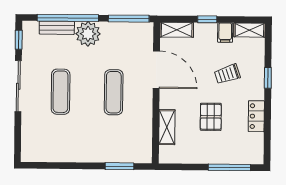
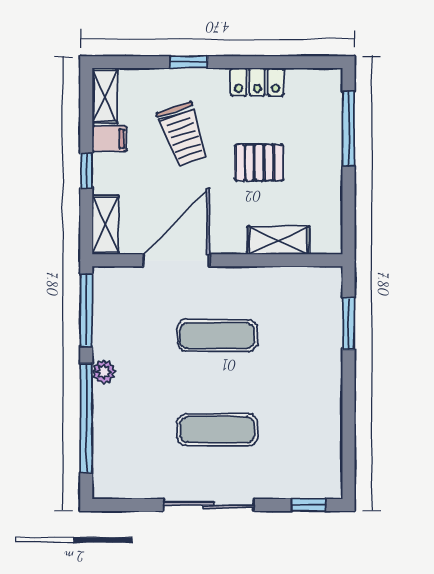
bench: (57, 28) -> (104, 438), removed
plant: (88, 34) -> (104, 372), width x0.53, depth x0.53
window: (19, 40) -> (308, 505), moved
trolley: (227, 74) -> (183, 134), width x1.36, depth x1.39

